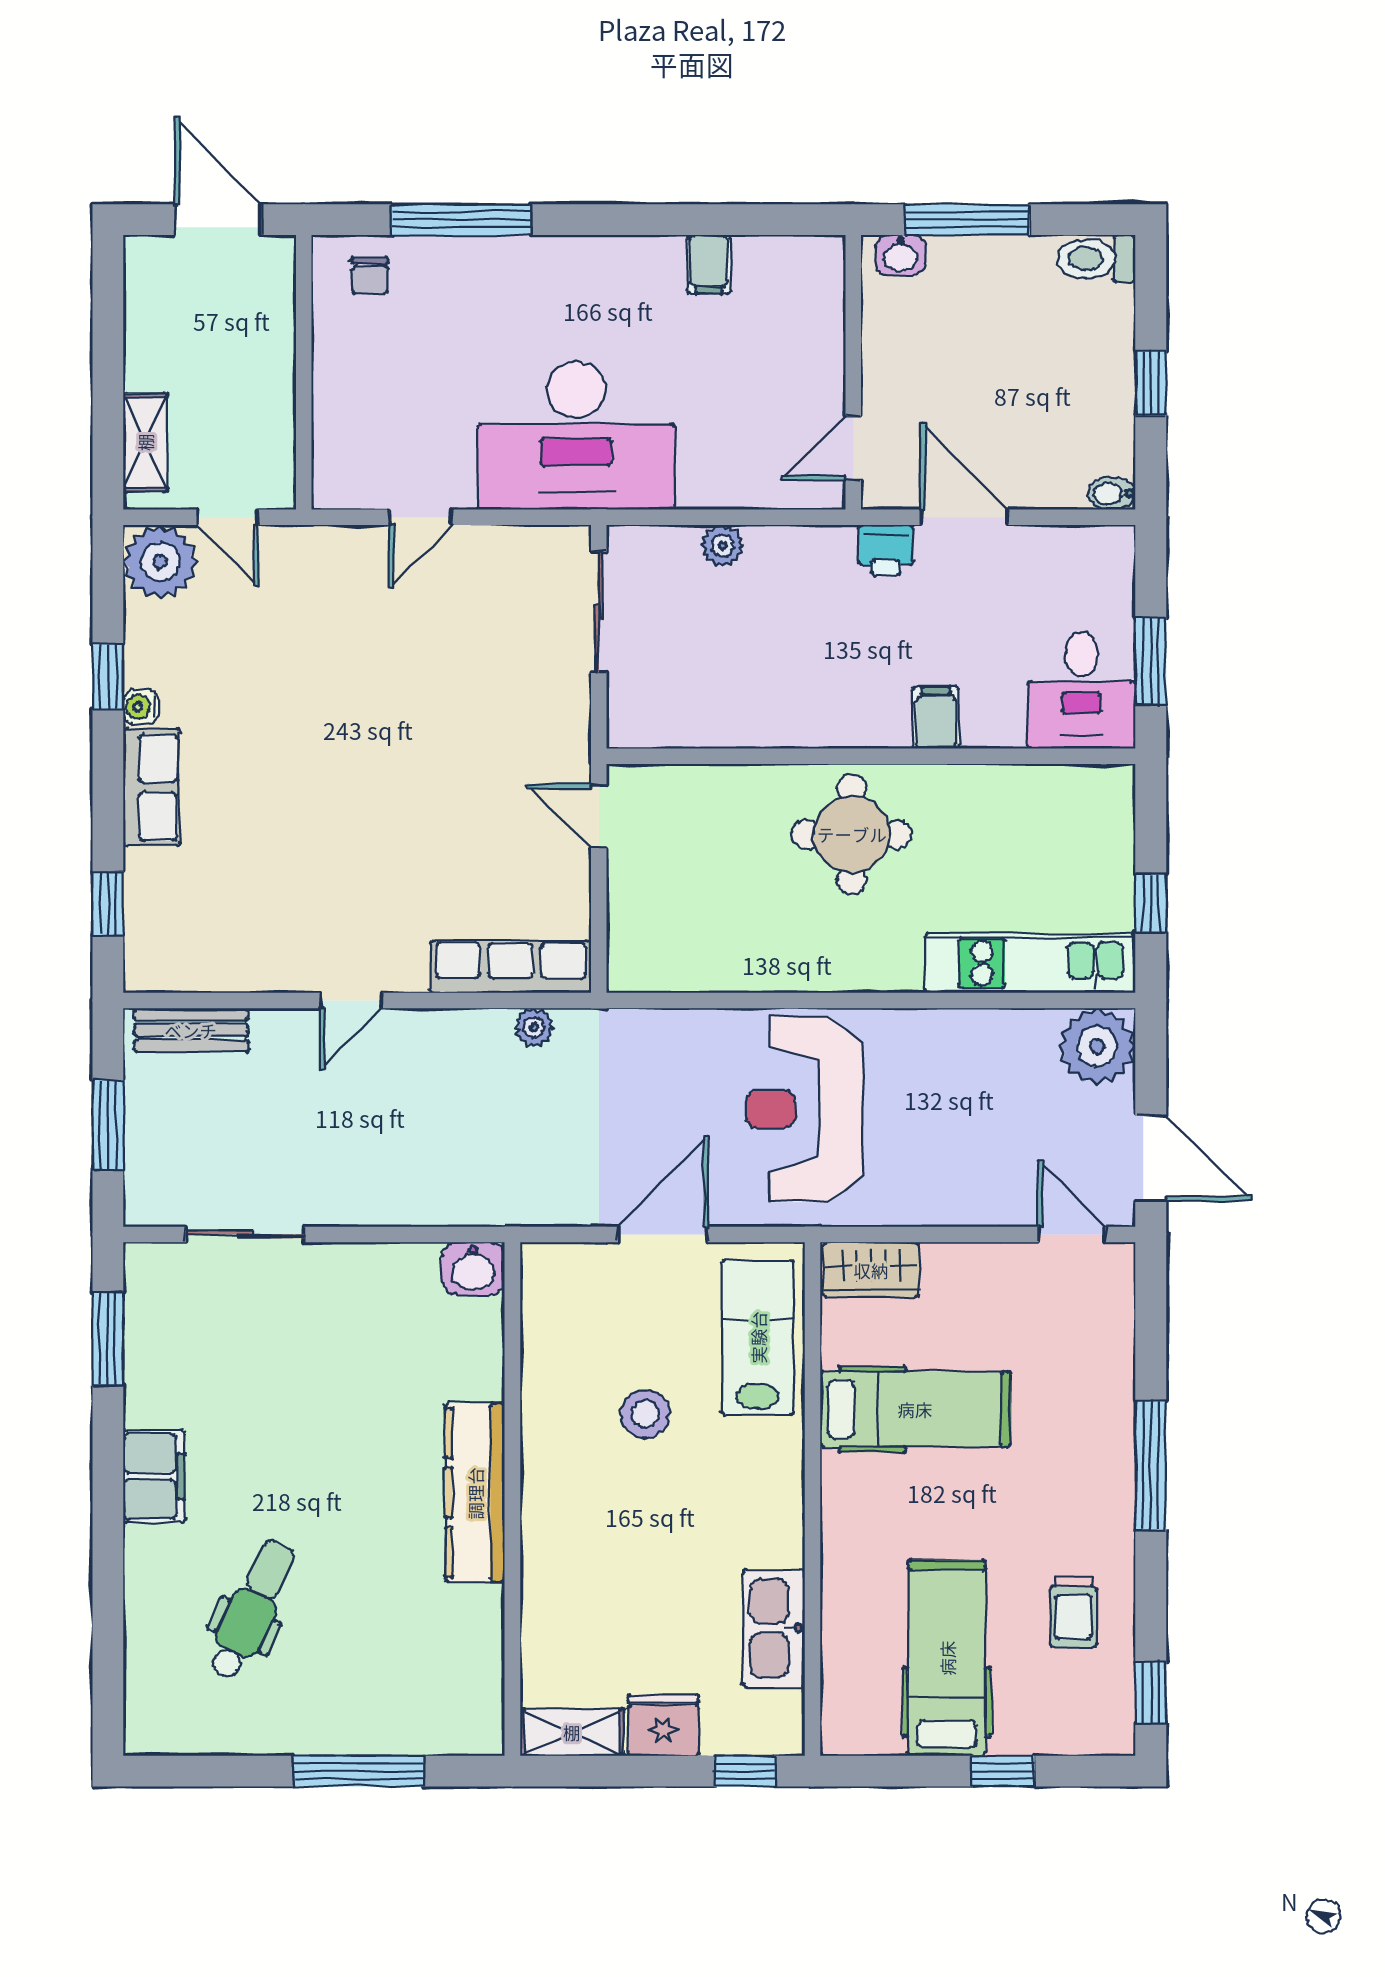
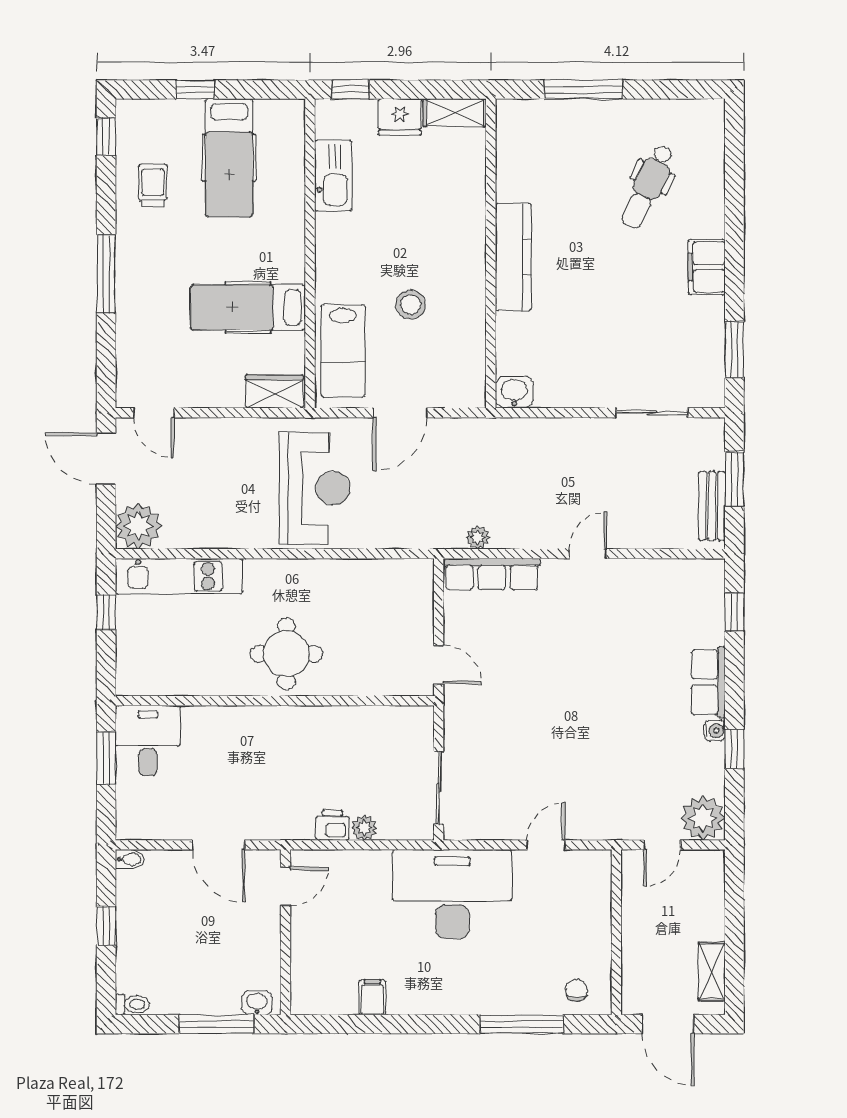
toilet: (1096, 259) -> (132, 1004), width x0.73, depth x0.72
shelving: (145, 442) -> (712, 971), moved
door: (228, 517) -> (662, 845), swing flipped
printer: (886, 550) -> (333, 825), moved
filing cabinet: (936, 718) -> (236, 724), removed
bench: (191, 1030) -> (712, 506), moved, turned 90

